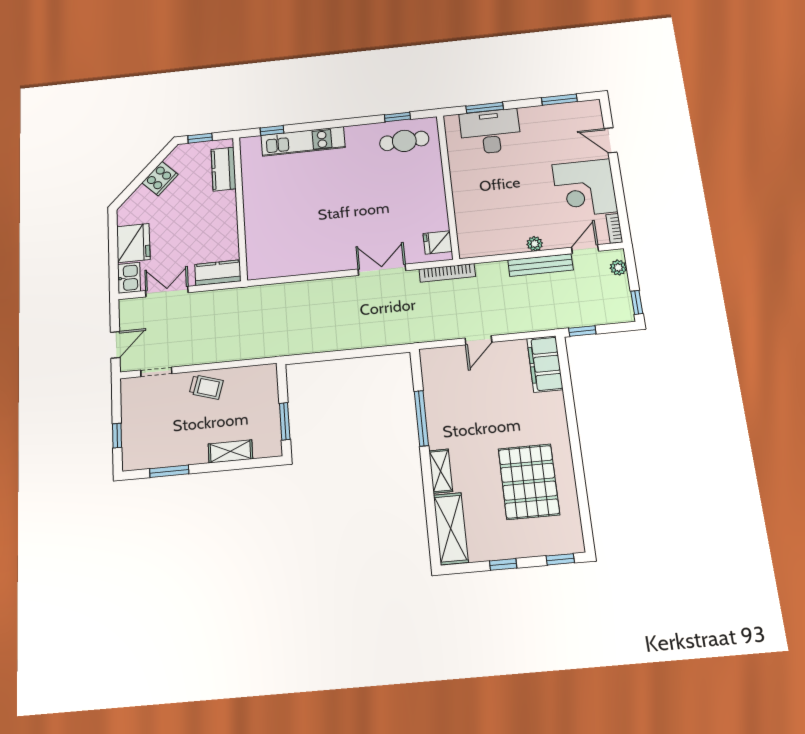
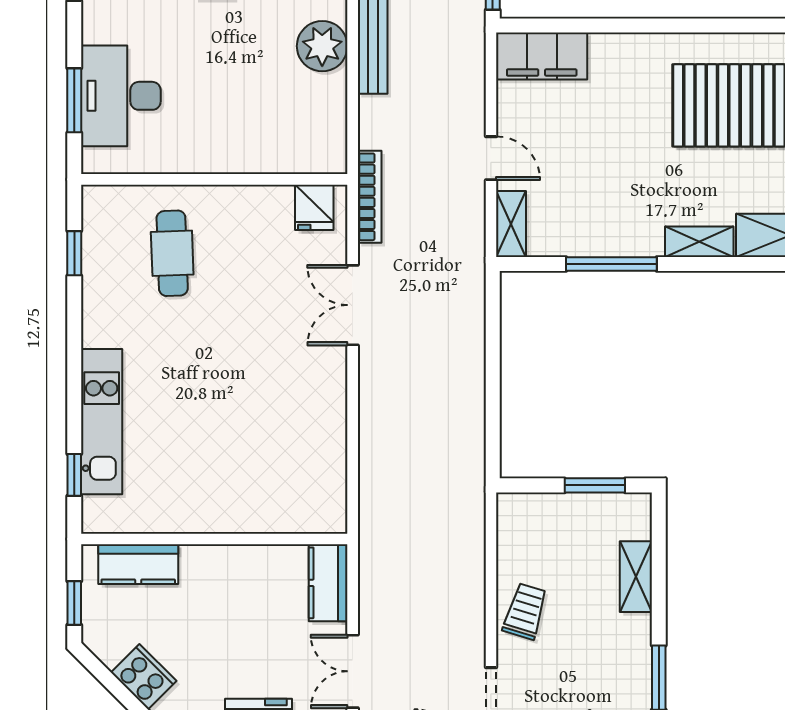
cafe table: (404, 141) -> (172, 253), moved
plant: (535, 244) -> (322, 46), width x1.88, depth x1.88
shelving: (440, 356) -> (511, 224), added

